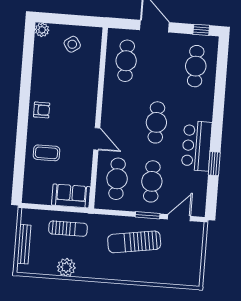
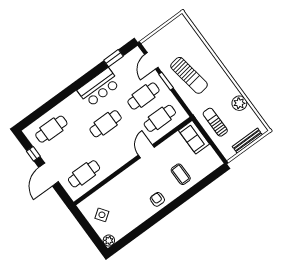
window: (201, 30) -> (33, 154), moved
window: (214, 164) -> (113, 58), moved
door: (179, 218) -> (151, 61), hinge flipped

